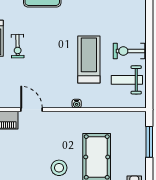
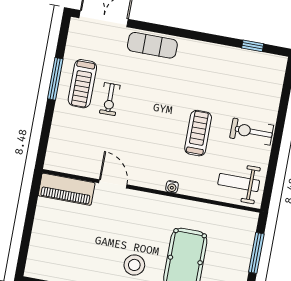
treadmill: (89, 60) -> (198, 133), width x0.73, depth x0.73
weight bench: (127, 80) -> (239, 182), moved

